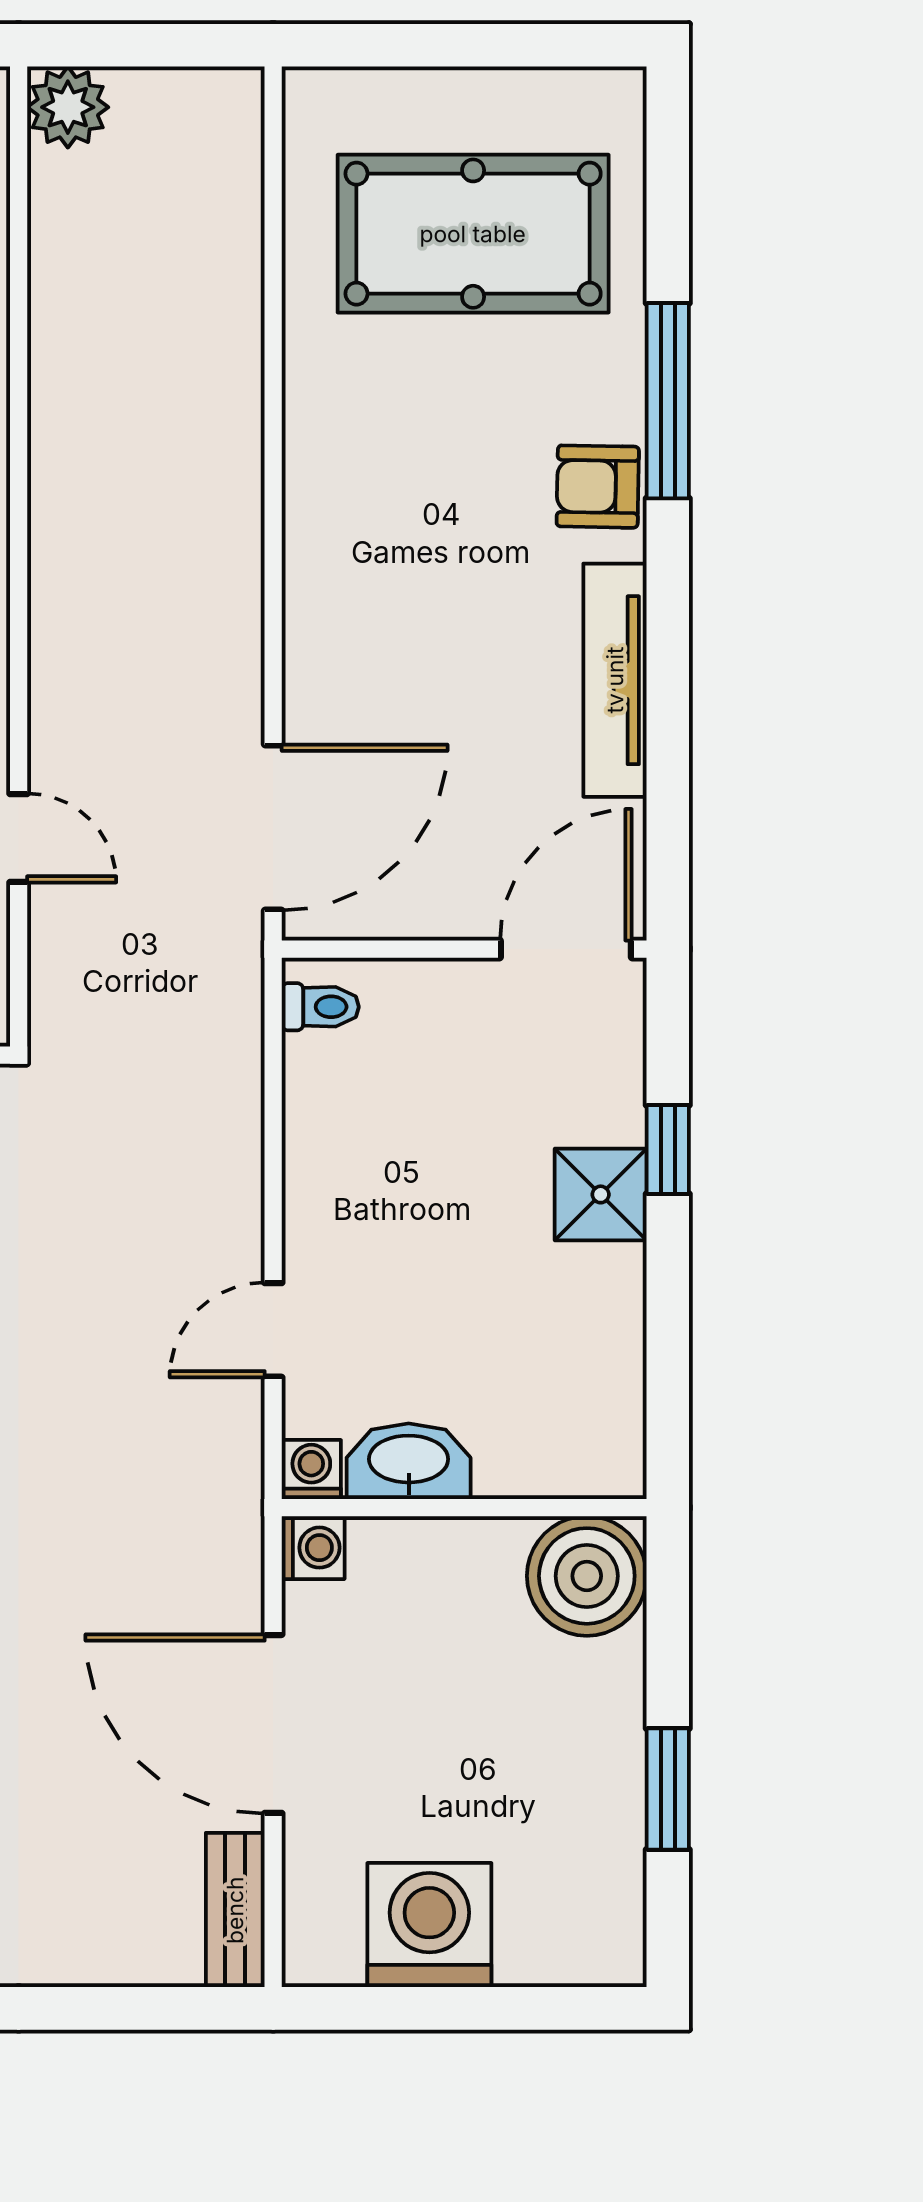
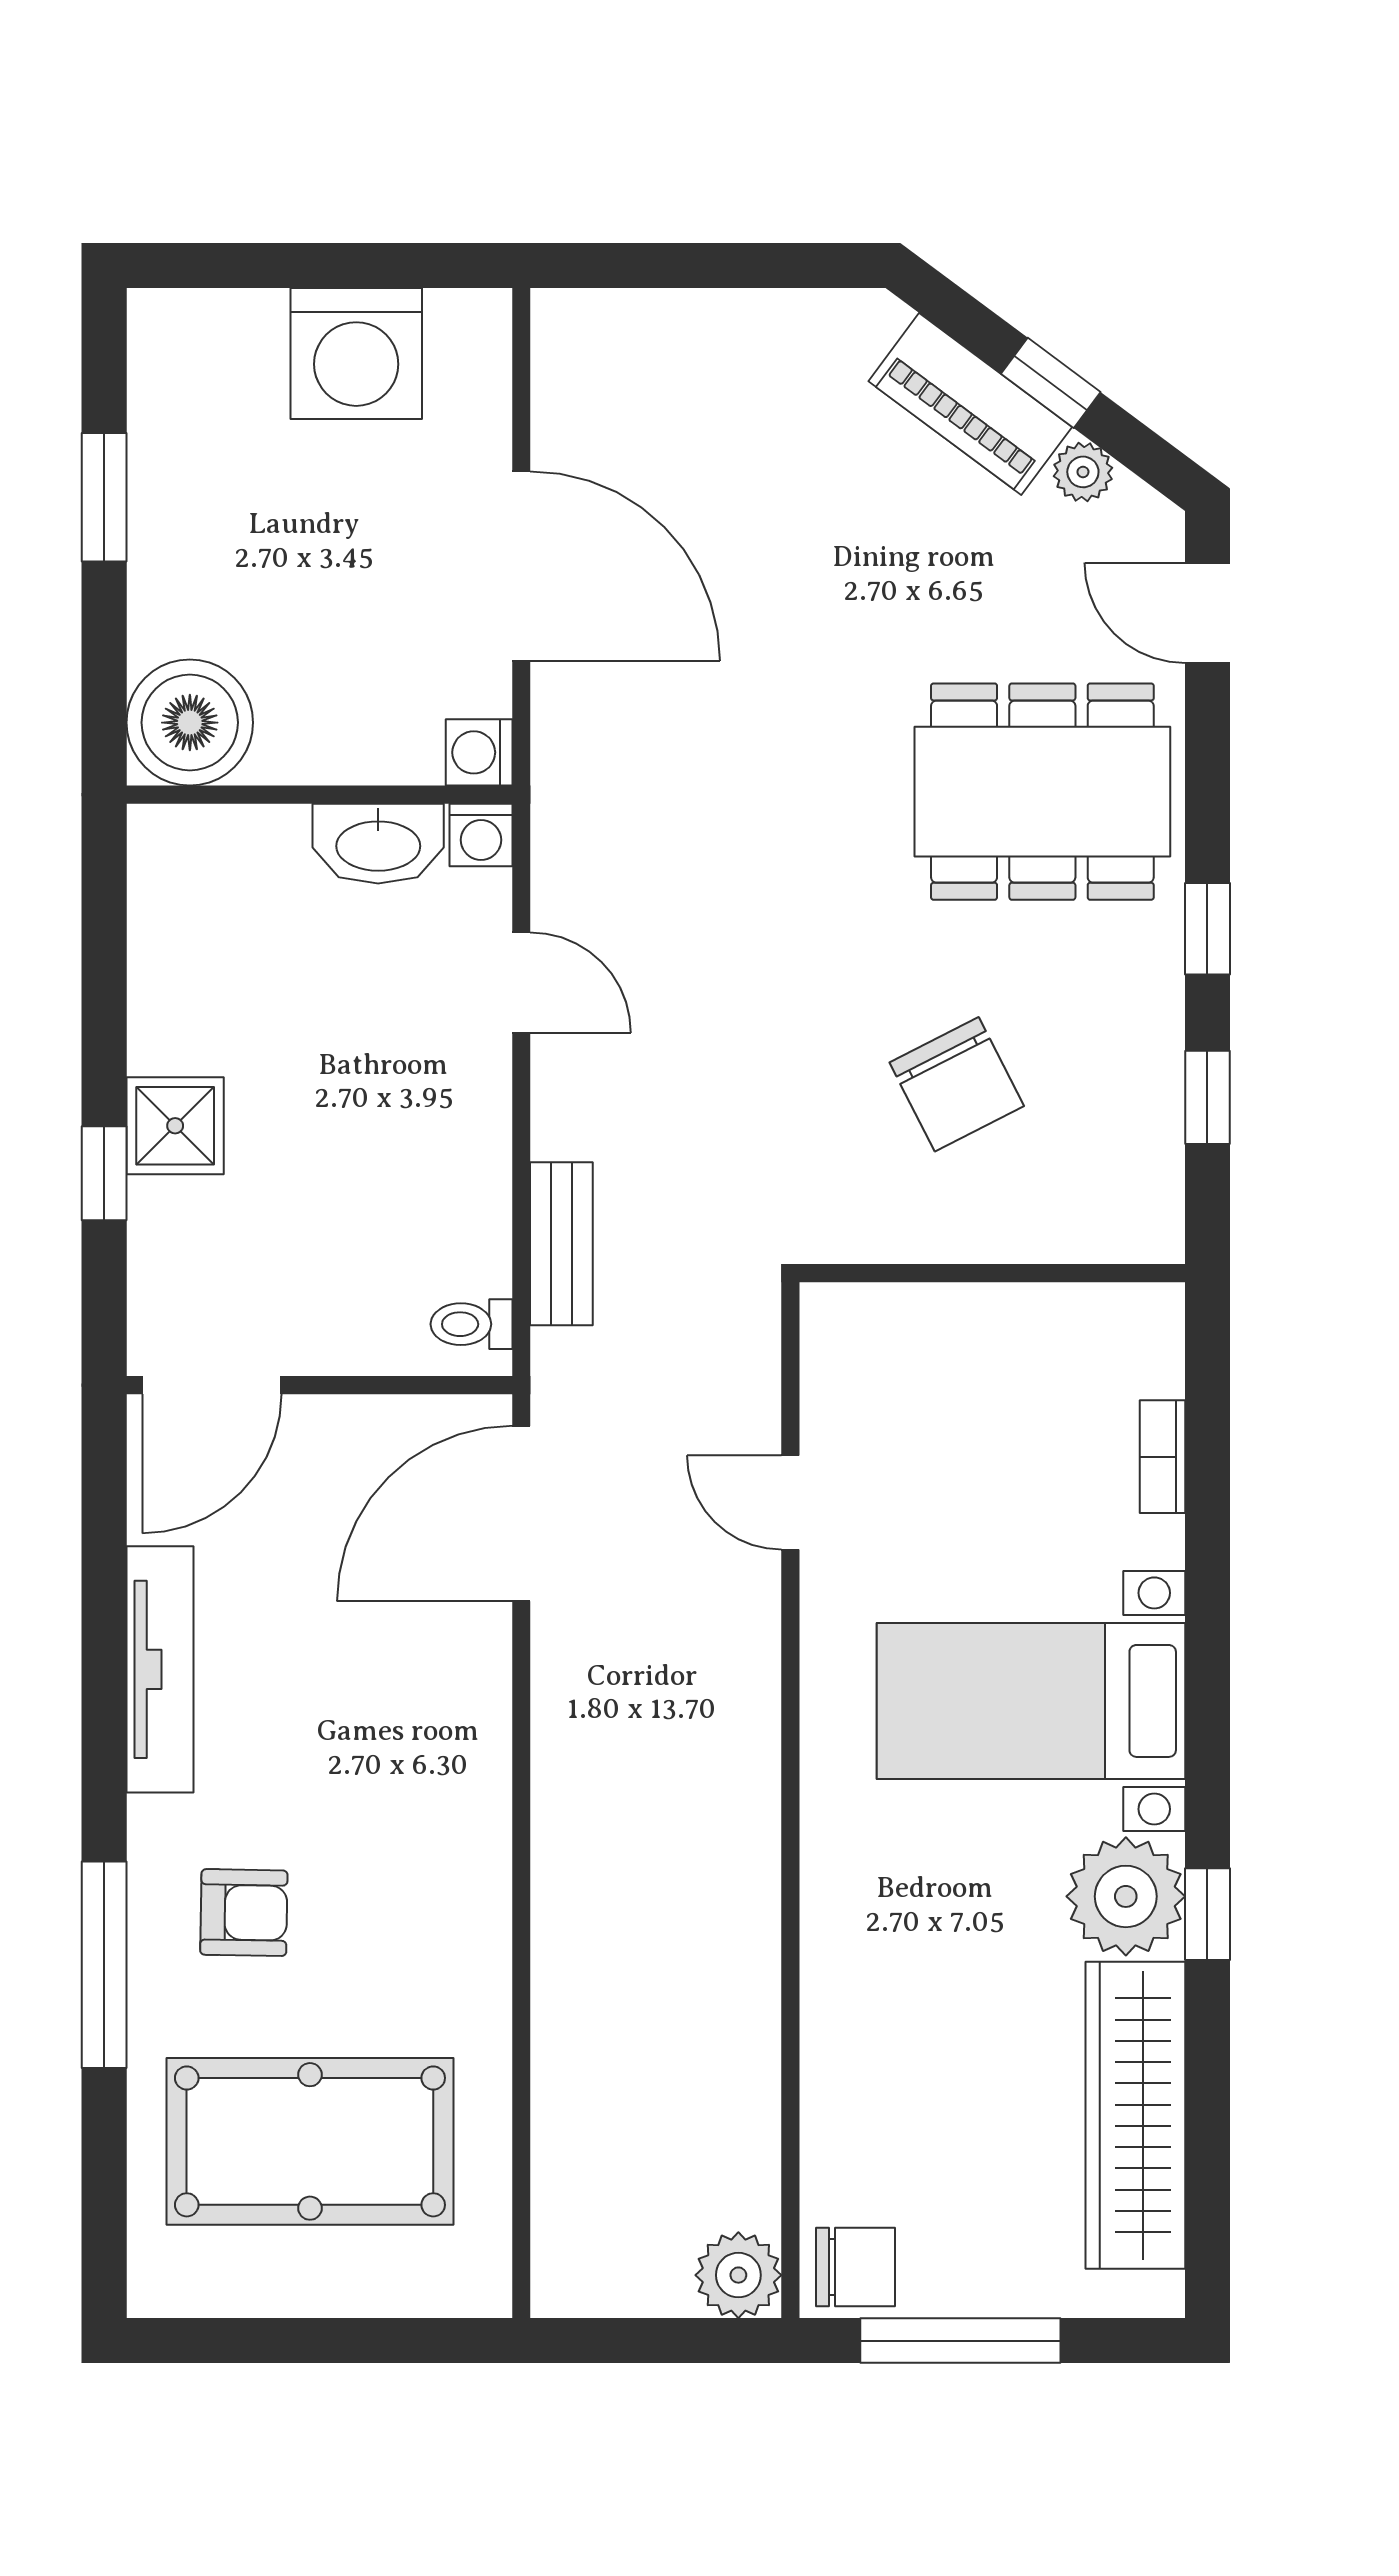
armchair: (598, 487) -> (244, 1913), moved
door: (273, 1330) -> (521, 983), hinge flipped
bench: (235, 1910) -> (561, 1244), moved

